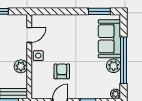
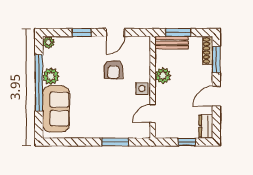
window: (99, 11) -> (115, 142), moved

